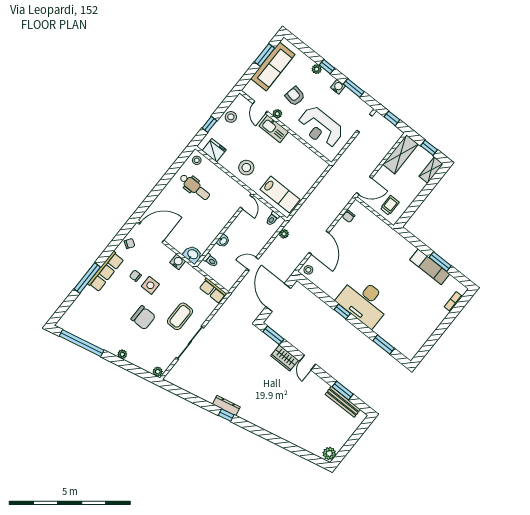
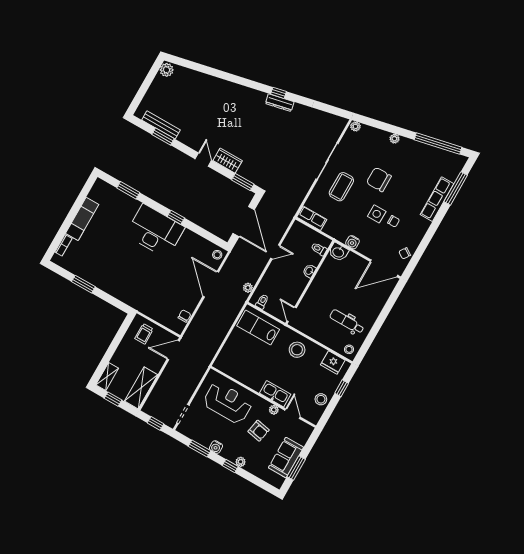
sofa: (273, 67) -> (286, 458), width x0.73
exam couch: (430, 267) -> (82, 219), moved, turned 90
row of seats: (106, 272) -> (437, 199), moved
window: (87, 278) -> (456, 188), moved

